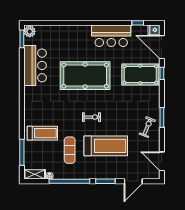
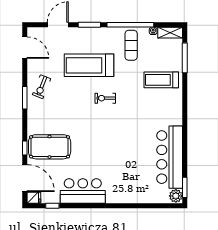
bar counter: (35, 65) -> (170, 157), width x1.36
pool table: (85, 76) -> (113, 146), removed
exercise mat: (70, 150) -> (131, 45), moved

